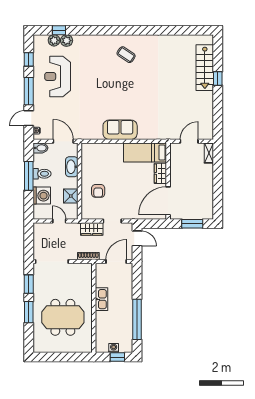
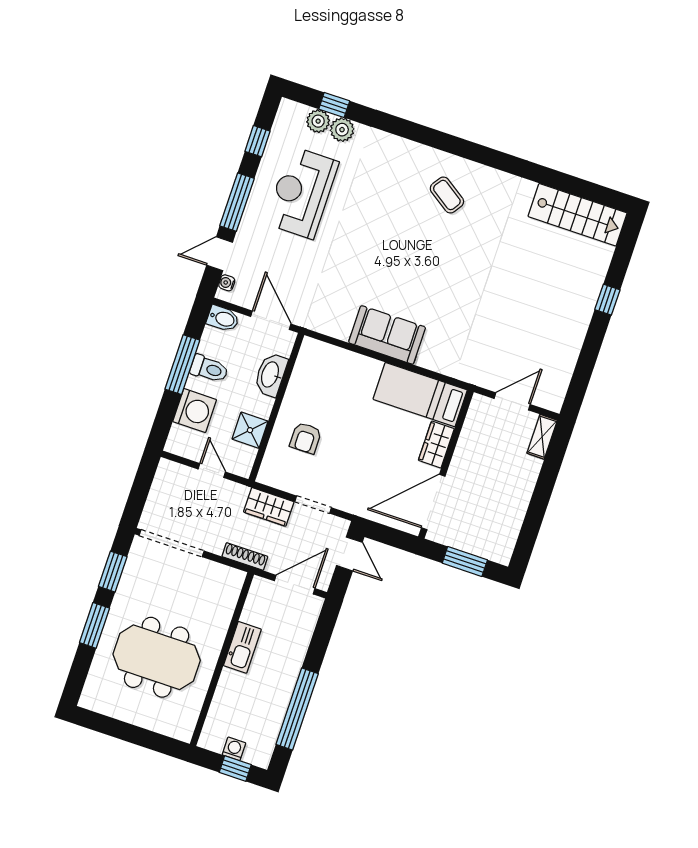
stairs: (205, 68) -> (578, 215), moved, turned -90

